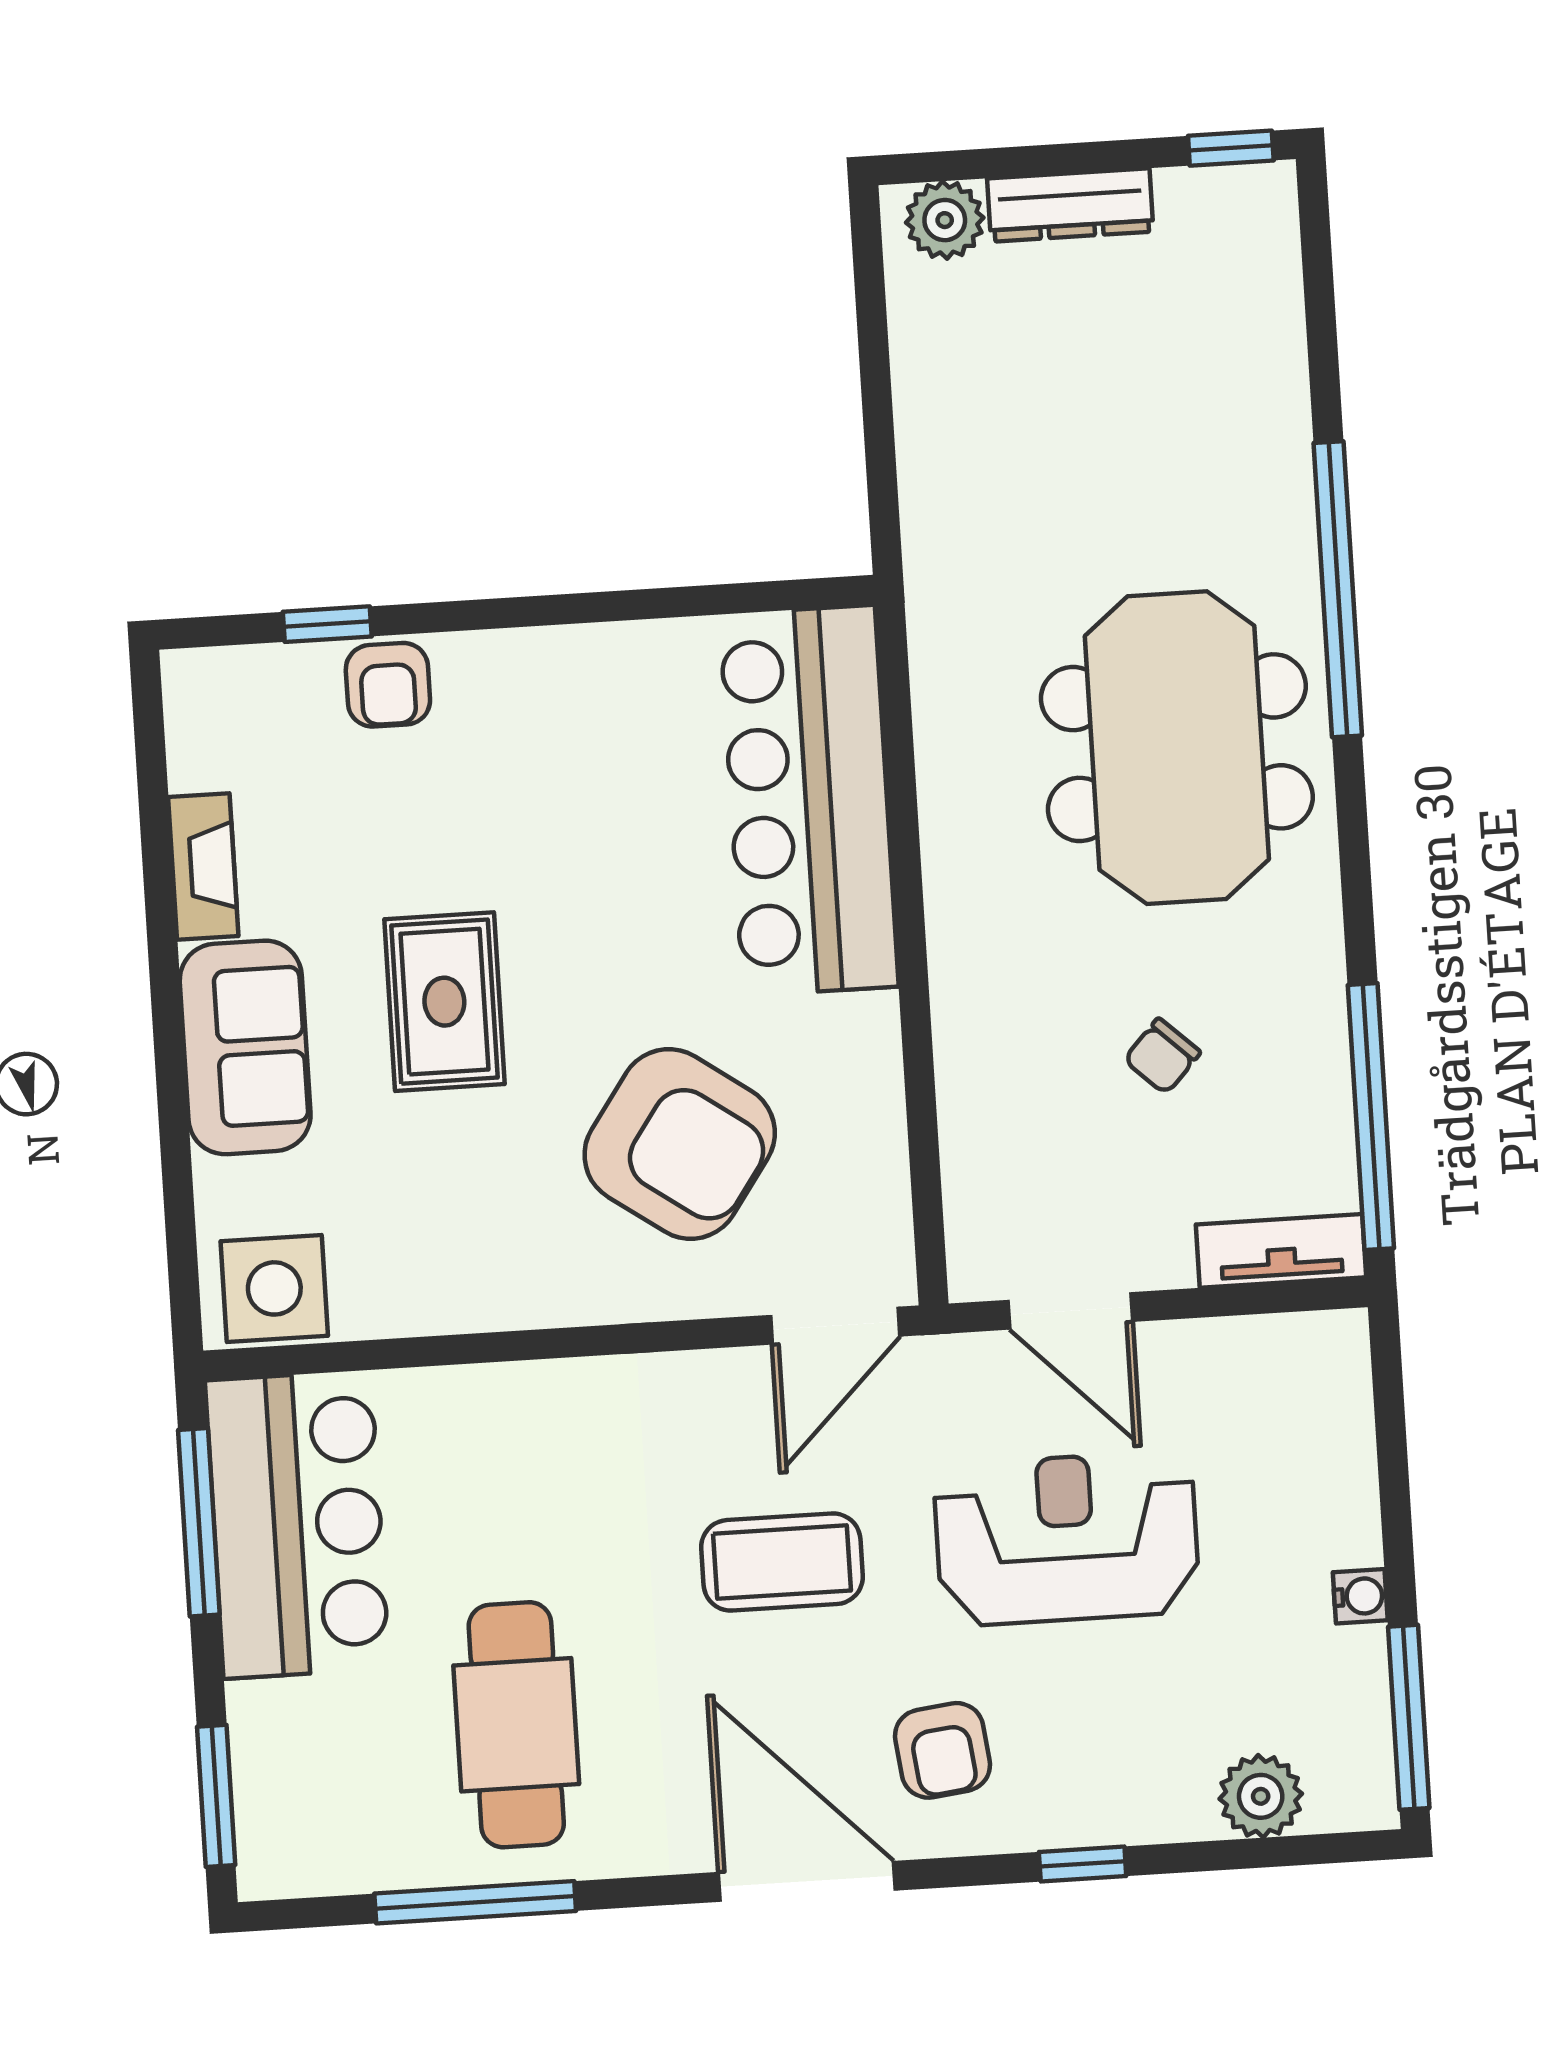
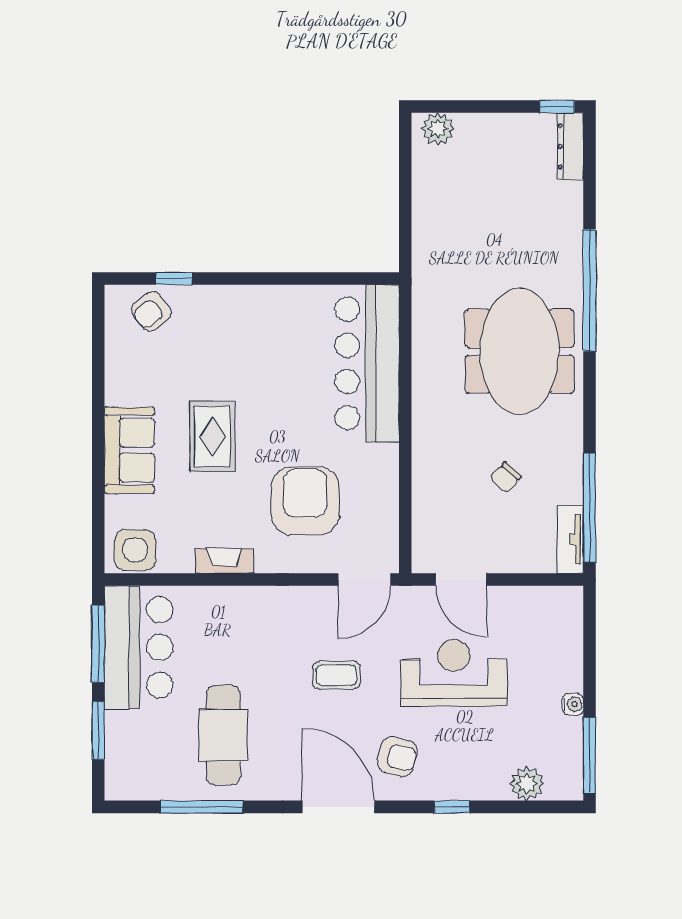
dresser: (1070, 205) -> (570, 146), moved, turned 90
armchair: (388, 685) -> (151, 311), moved, turned 51
fireplace: (203, 867) -> (224, 561), moved, turned -90
armchair: (680, 1144) -> (305, 501), turned -125
tv unit: (1281, 1251) -> (570, 539), moved, turned -90
coffee table: (782, 1562) -> (336, 675), width x0.73, depth x0.77
armchair: (942, 1750) -> (397, 757), turned -69
window: (216, 1796) -> (98, 730), moved

